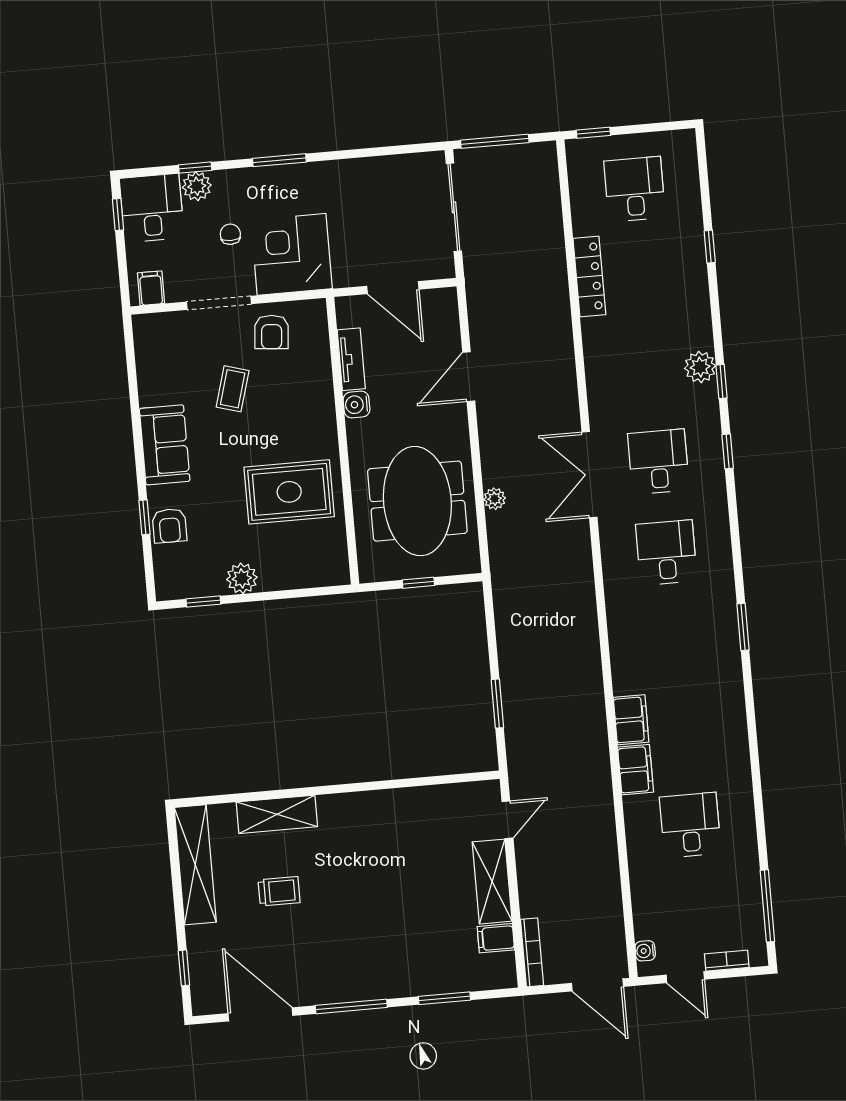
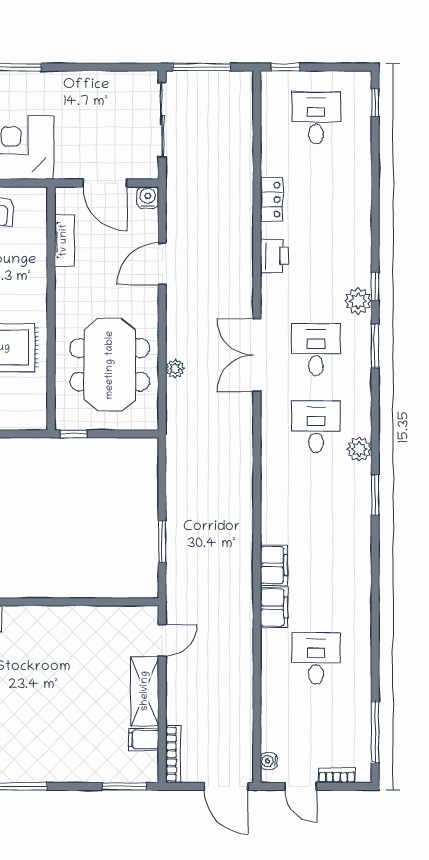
window: (710, 247) -> (375, 103), moved
locker: (589, 276) -> (271, 200), width x0.66
printer: (600, 356) -> (274, 256), added
plant: (700, 367) -> (358, 301), moved
water cooler: (357, 405) -> (148, 198), moved, turned 90
window: (728, 451) -> (375, 346), width x1.50
plant: (719, 574) -> (359, 449), added
window: (418, 583) -> (73, 434), moved
window: (444, 998) -> (124, 786), moved

